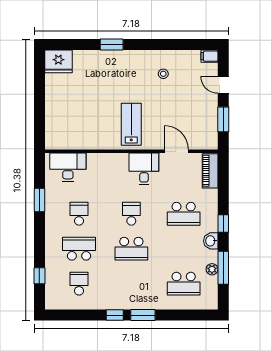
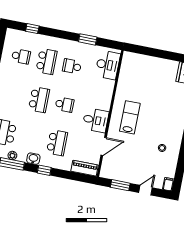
lab bench: (131, 124) -> (130, 117), turned -90
school desk: (79, 214) -> (72, 66), turned 180
school desk: (184, 214) -> (57, 143), turned 180
school desk: (131, 249) -> (39, 100), turned 180

